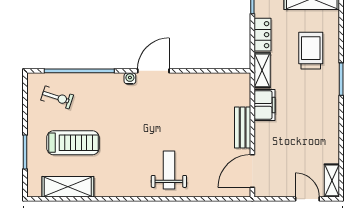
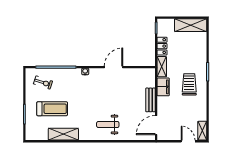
trolley: (311, 51) -> (189, 84), moved
door: (153, 71) -> (114, 67), moved
weight bench: (169, 170) -> (108, 124), turned -90
shelving: (68, 187) -> (63, 134), moved

